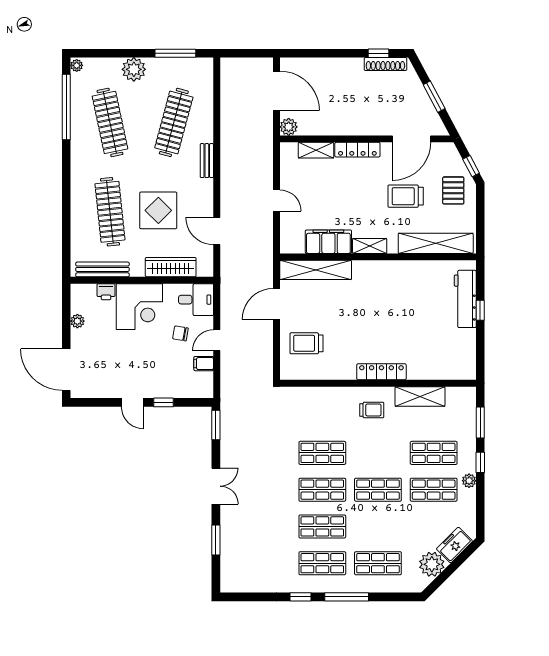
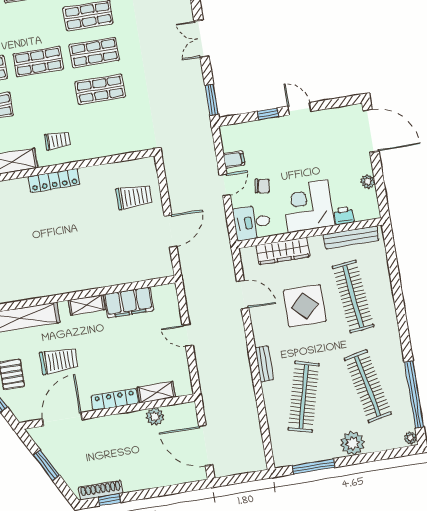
plant: (289, 127) -> (155, 417), moved
shelving: (316, 270) -> (137, 272), removed
trolley: (372, 410) -> (58, 141), turned 180

